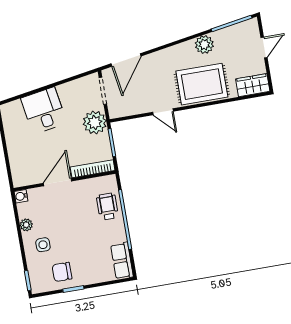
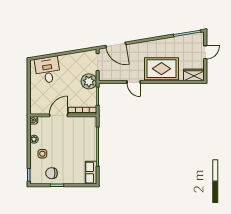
plant: (204, 45) -> (167, 44), removed
door: (126, 60) -> (116, 45), hinge flipped
desk: (44, 111) -> (48, 70), moved
wheelchair: (107, 206) -> (88, 136), removed

